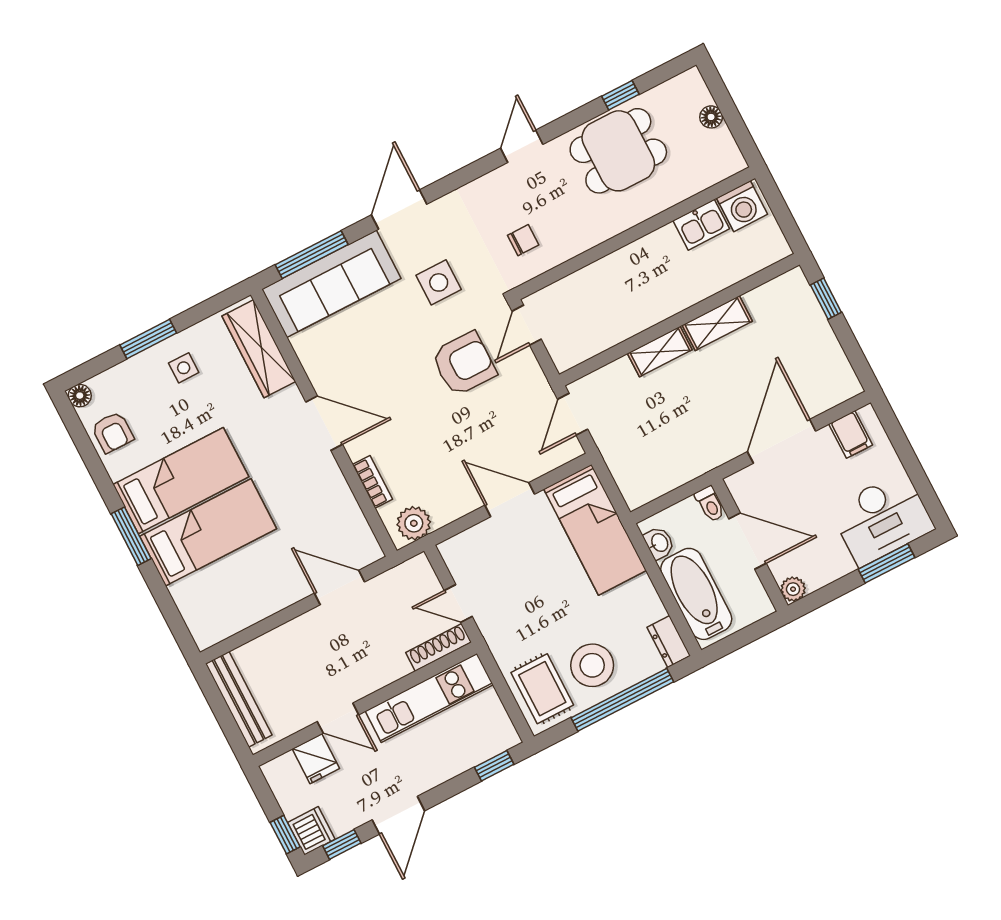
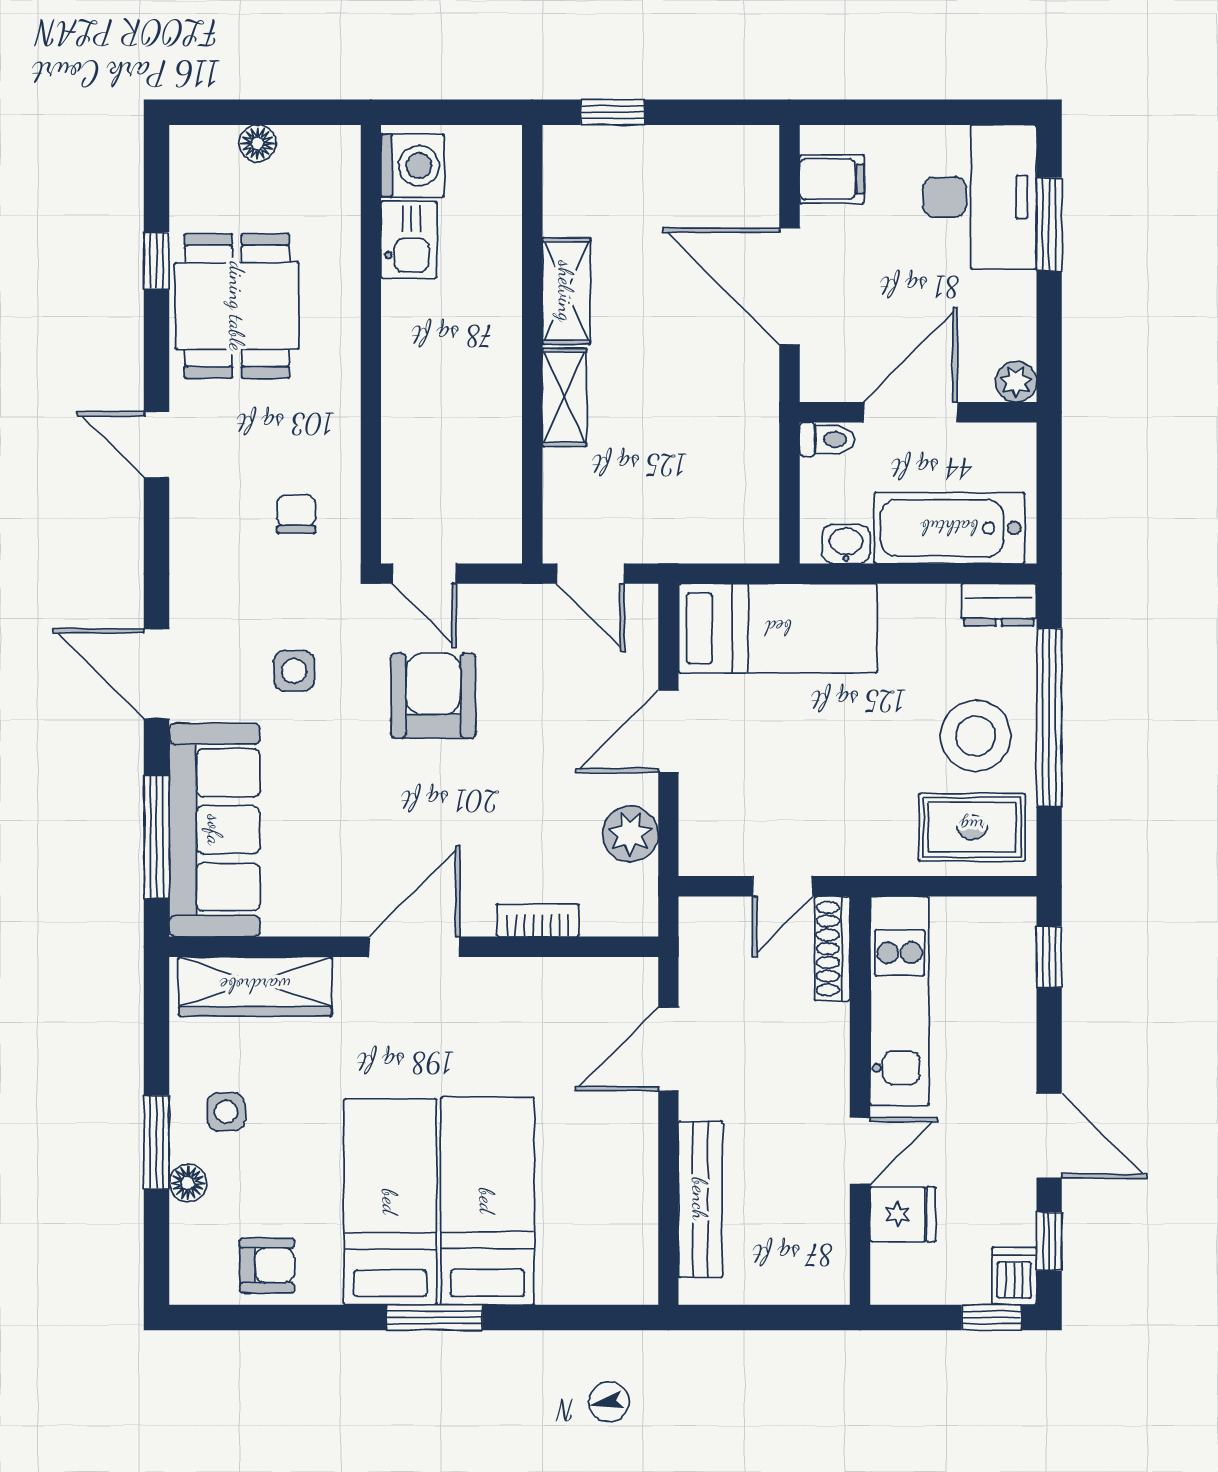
side table: (439, 282) -> (294, 671), width x0.73, depth x0.73
floor lamp: (80, 396) -> (188, 1183), moved
plant: (414, 523) -> (630, 834), moved
bench: (239, 699) -> (700, 1199), moved, turned 90
dishwasher: (311, 831) -> (1014, 1276), width x0.73

